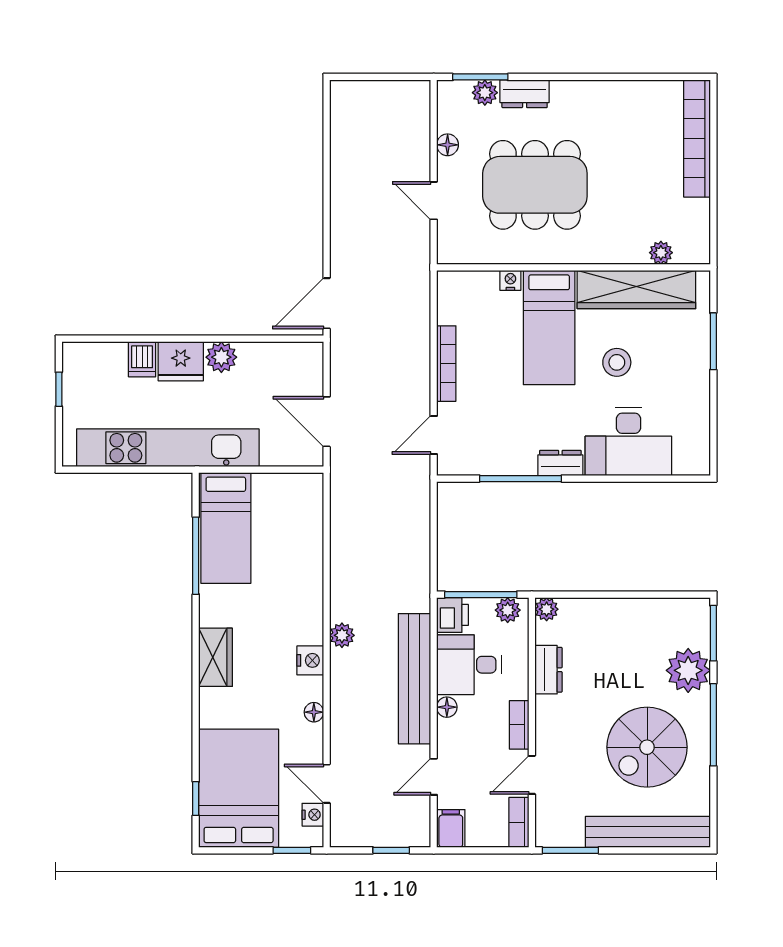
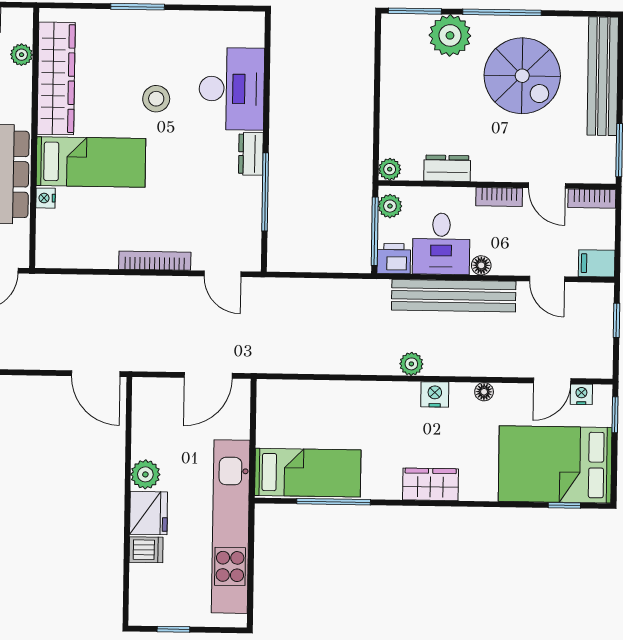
plant: (661, 253) -> (22, 55), moved
wall: (573, 267) -> (34, 138), moved
nightstand: (510, 280) -> (46, 198), moved
wardrobe: (636, 289) -> (56, 78), moved
bed: (549, 328) -> (91, 162), moved

